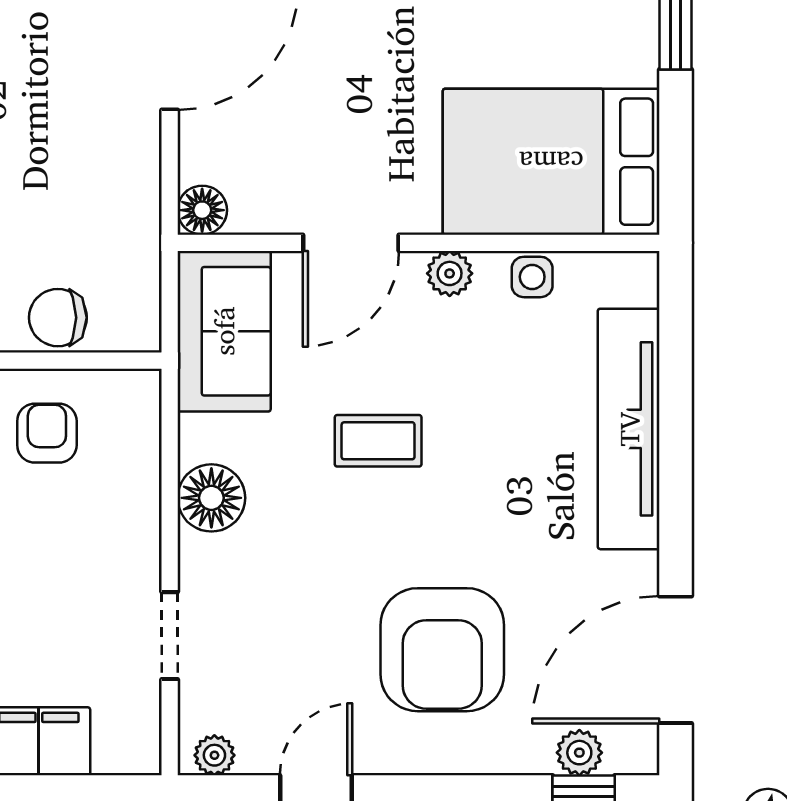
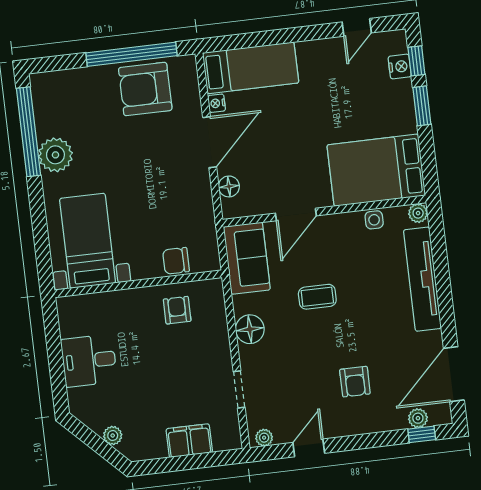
floor lamp: (202, 210) -> (229, 186), moved
plant: (450, 273) -> (418, 213), moved
armchair: (442, 650) -> (355, 382), width x0.53, depth x0.53

